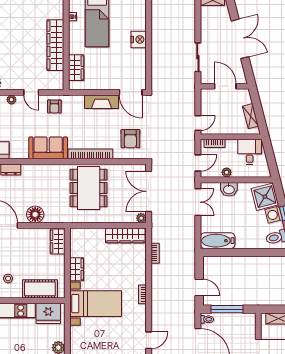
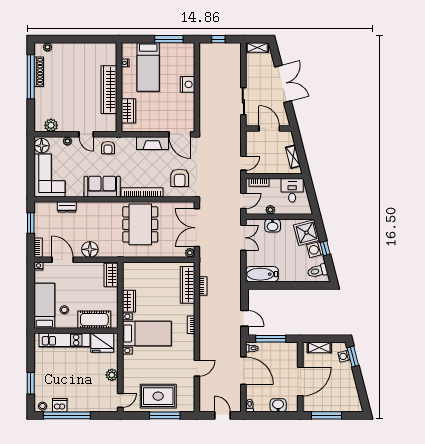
wardrobe: (125, 235) -> (187, 285), moved, turned 90

